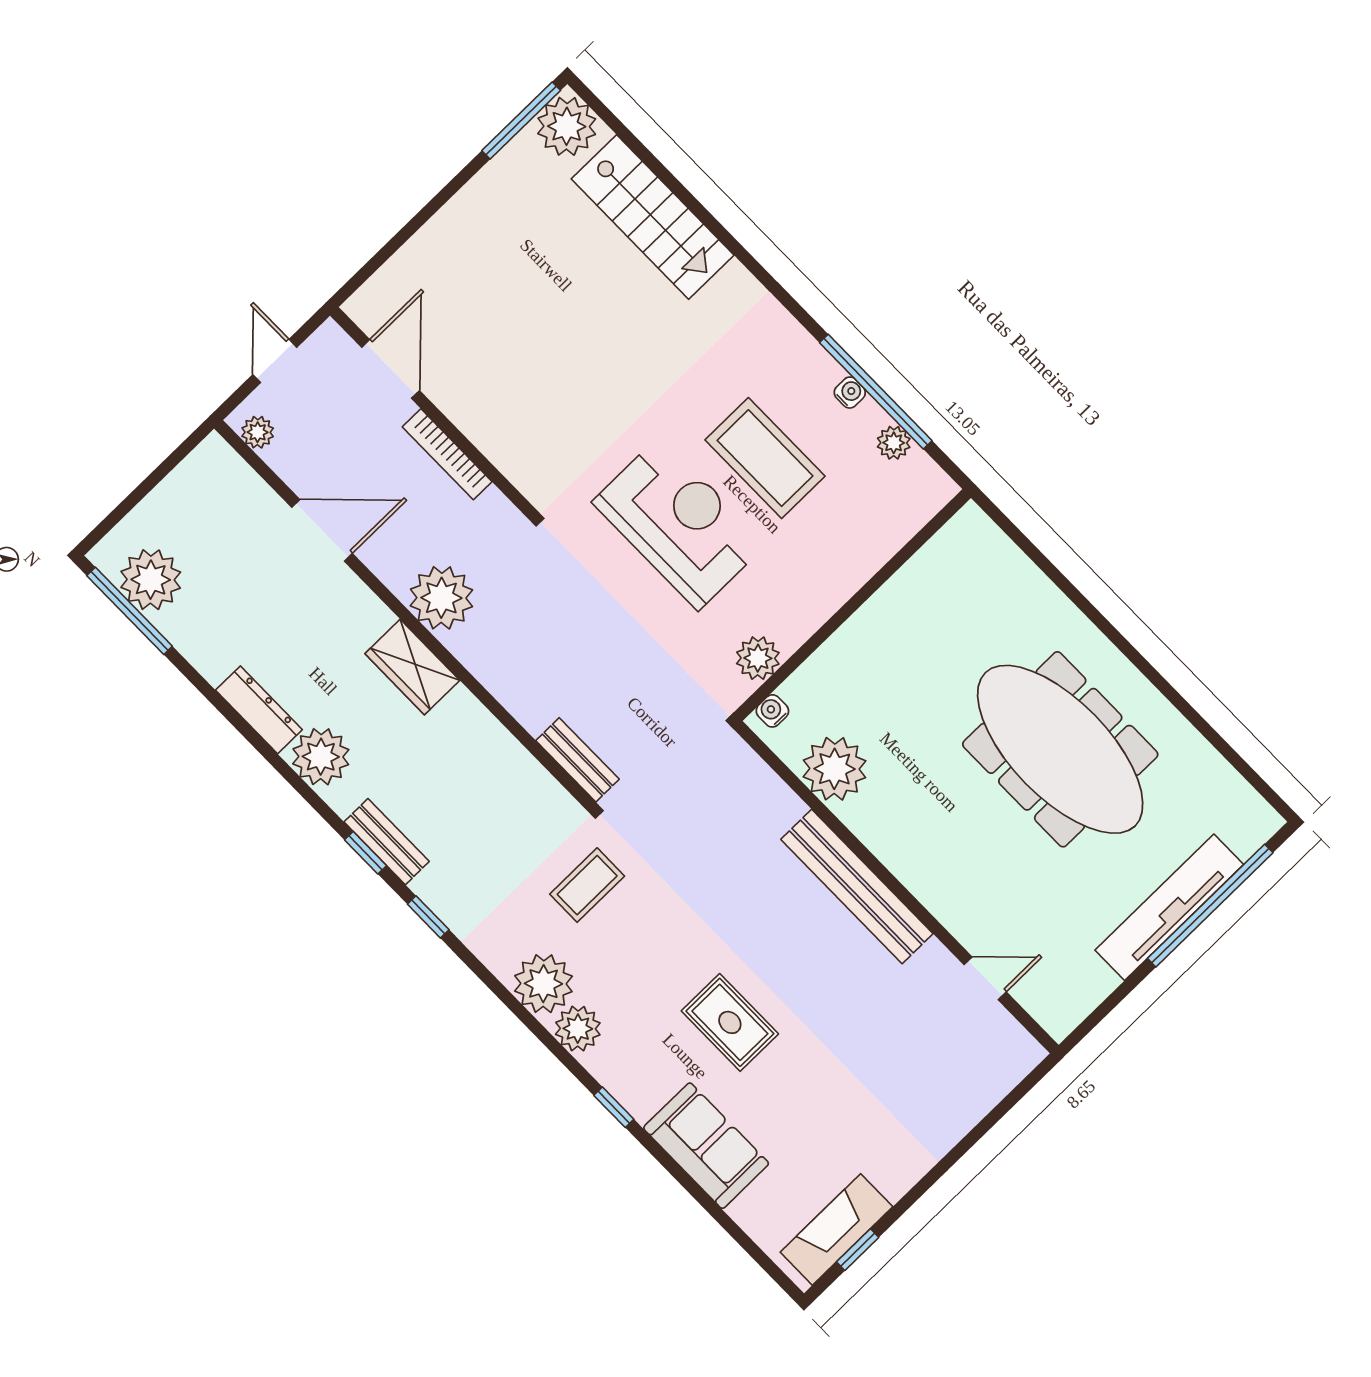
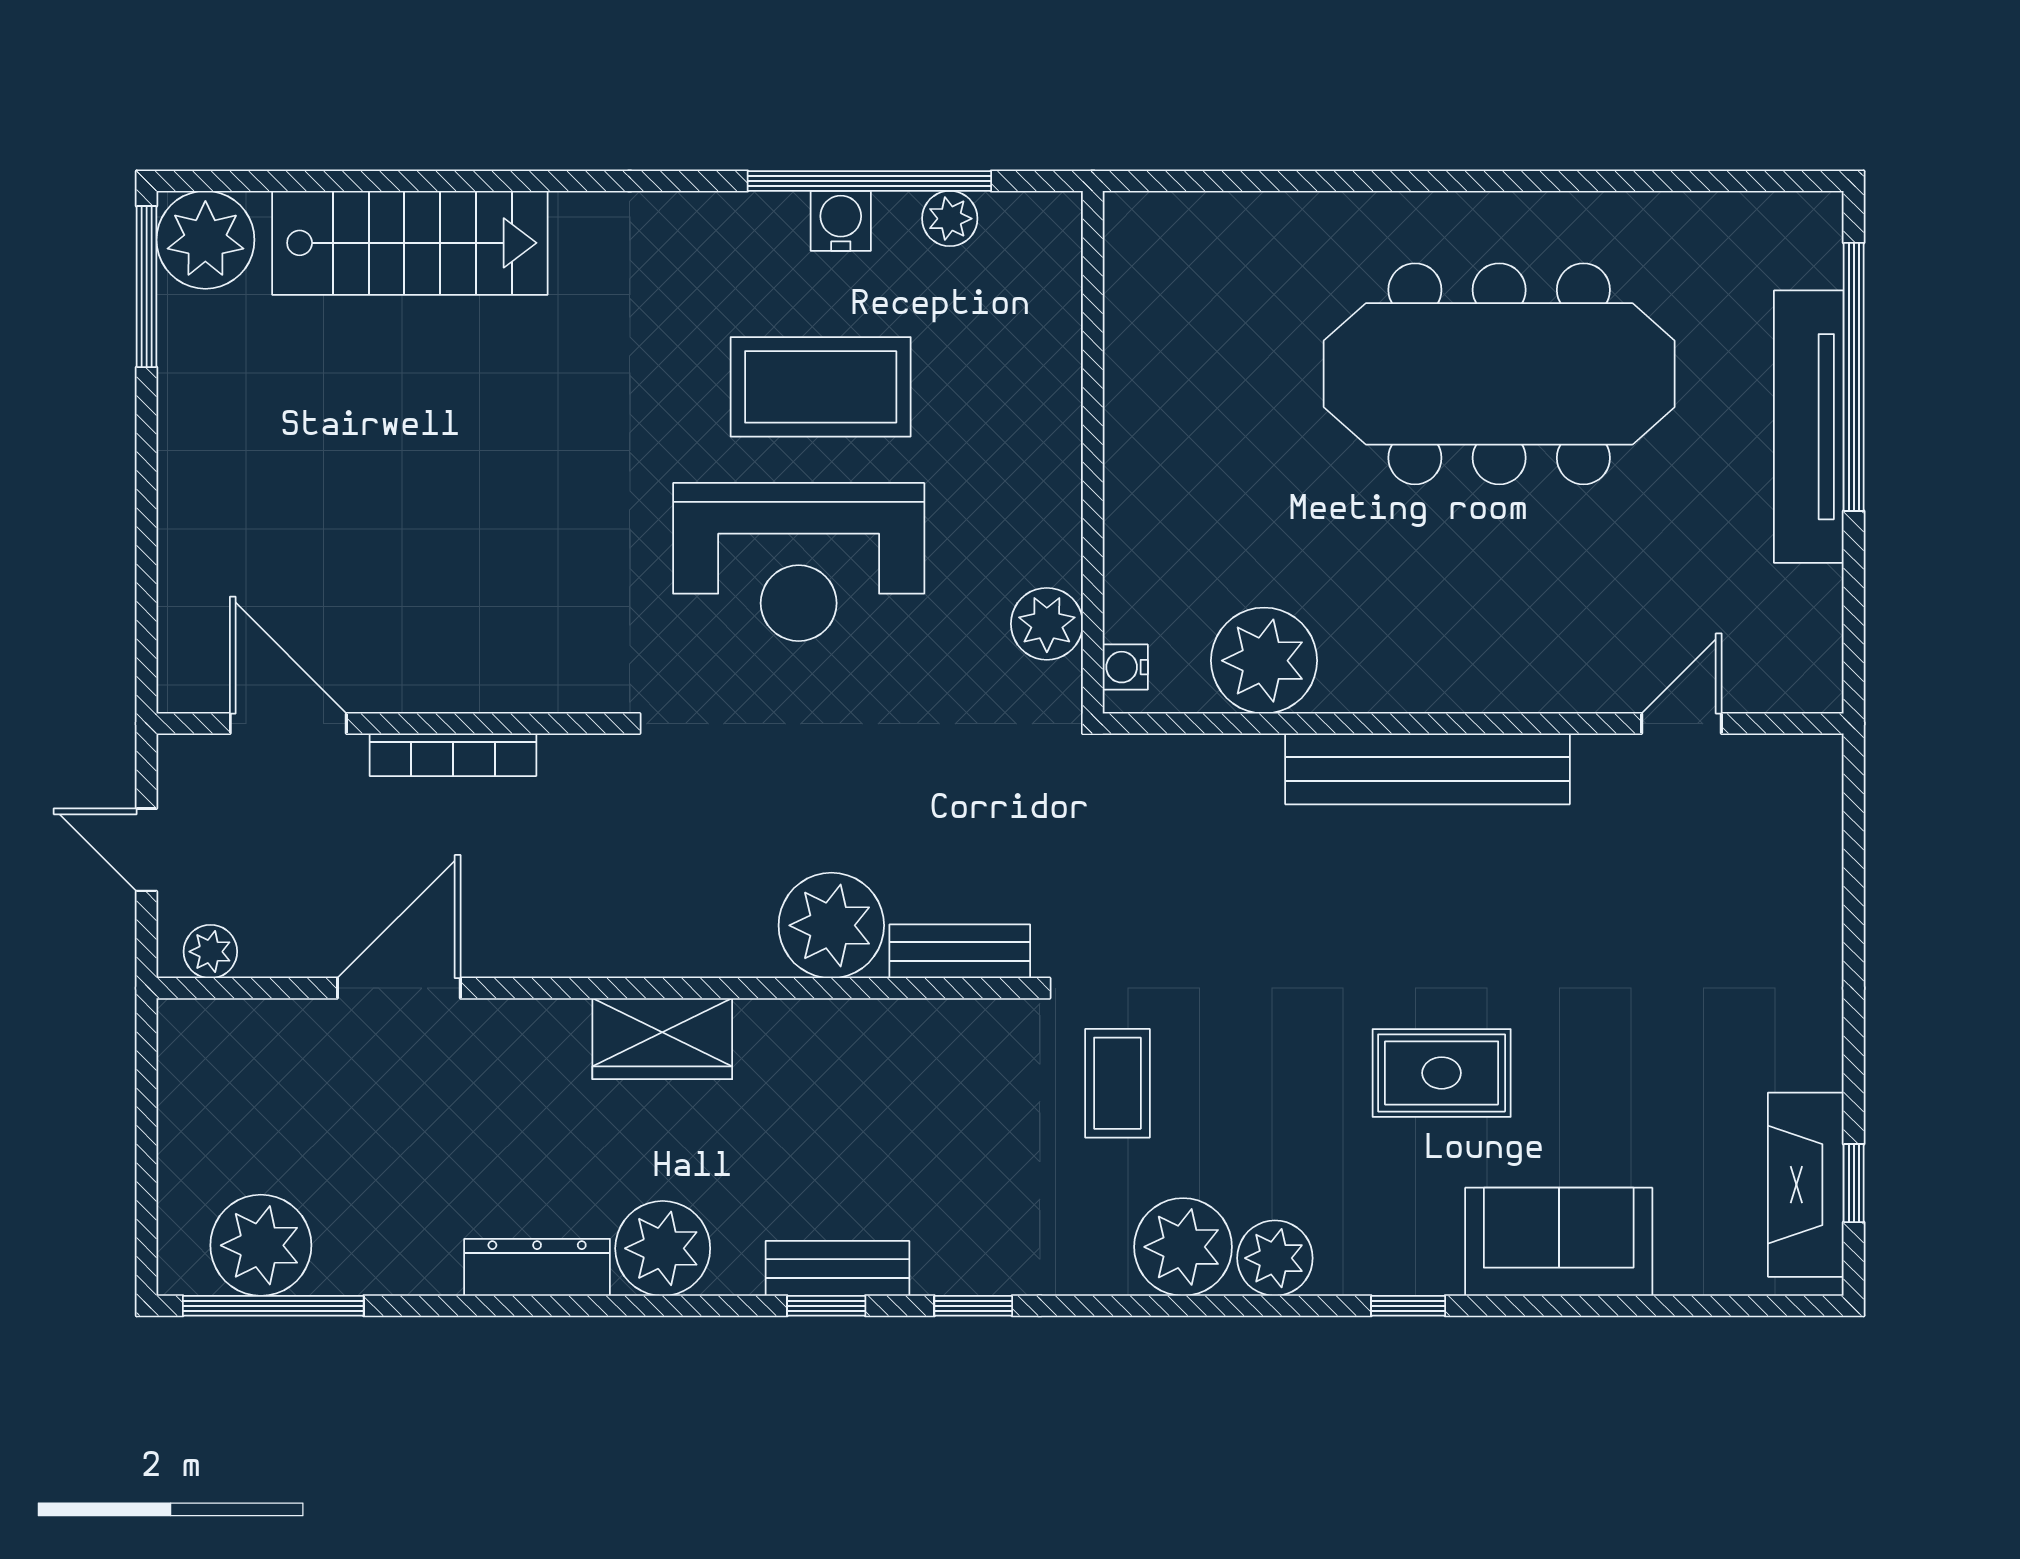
water cooler: (850, 393) -> (841, 221), width x1.38, depth x1.38
reception desk: (679, 523) -> (799, 562), turned 180
plant: (441, 598) -> (831, 925), moved

